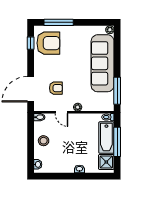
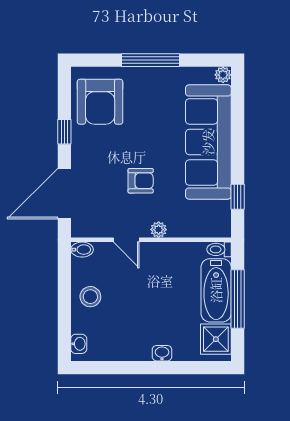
window: (59, 22) -> (151, 60), moved
window: (31, 43) -> (64, 132), moved
armchair: (48, 43) -> (100, 102), turned 90
armchair: (56, 88) -> (141, 181), moved
window: (117, 91) -> (238, 197), width x0.46

